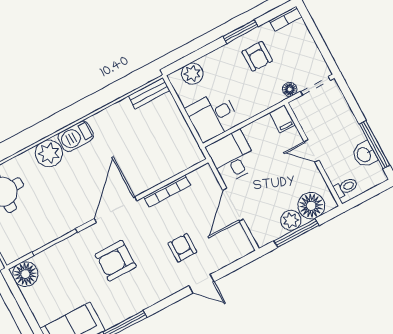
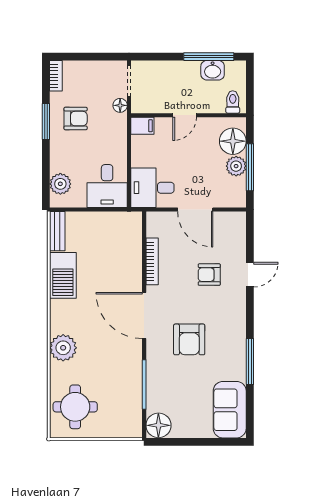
barbecue: (76, 136) -> (63, 275), moved, width x1.37, depth x1.21

